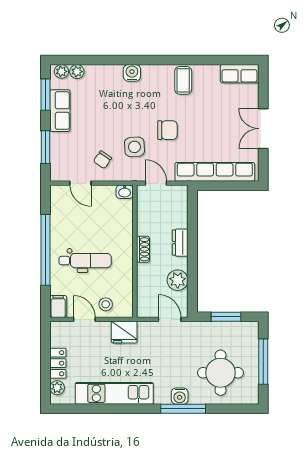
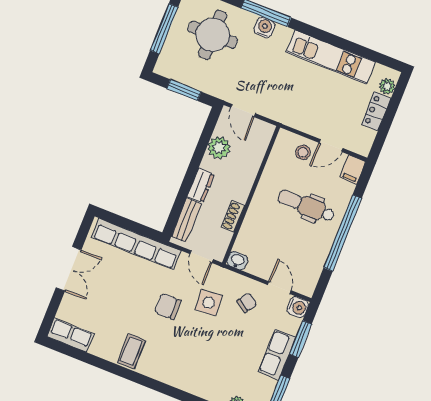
water cooler: (132, 73) -> (298, 307), moved, turned -90
row of seats: (60, 111) -> (277, 354), moved
bench: (181, 209) -> (186, 220), added
shoe rack: (143, 249) -> (233, 217), moved
door: (84, 319) -> (331, 146), hinge flipped
fridge: (124, 332) -> (295, 116), removed

